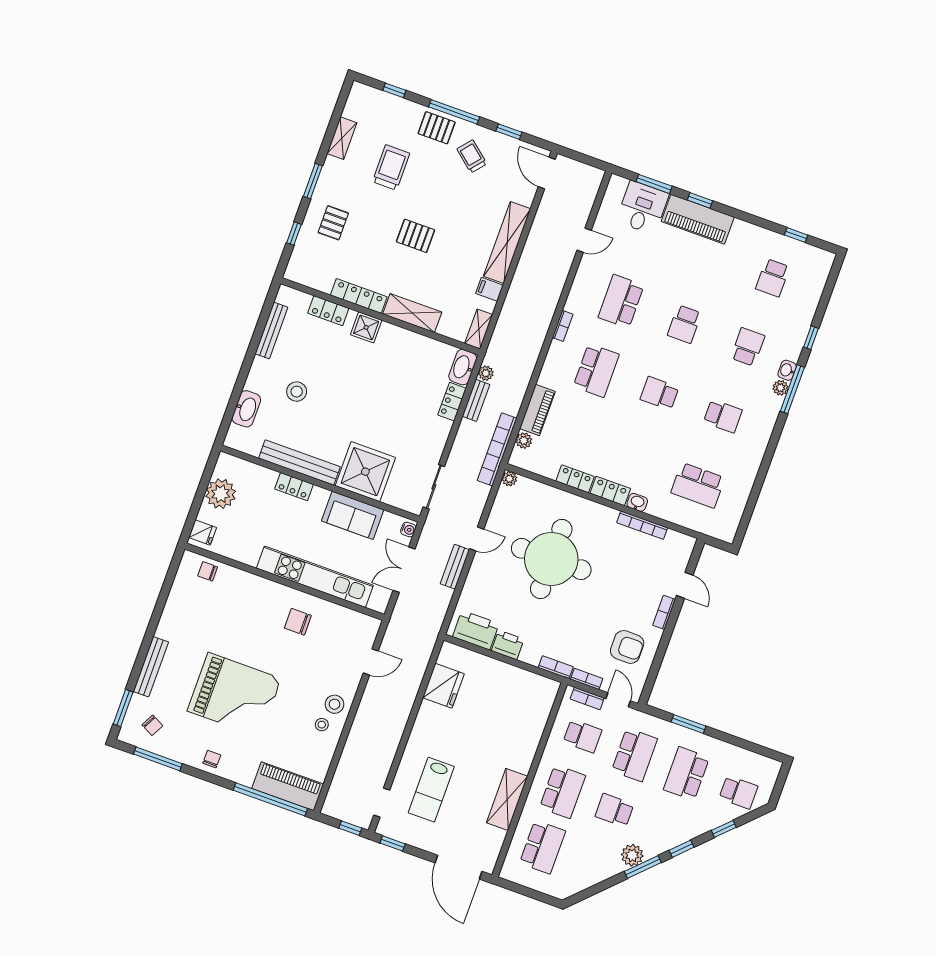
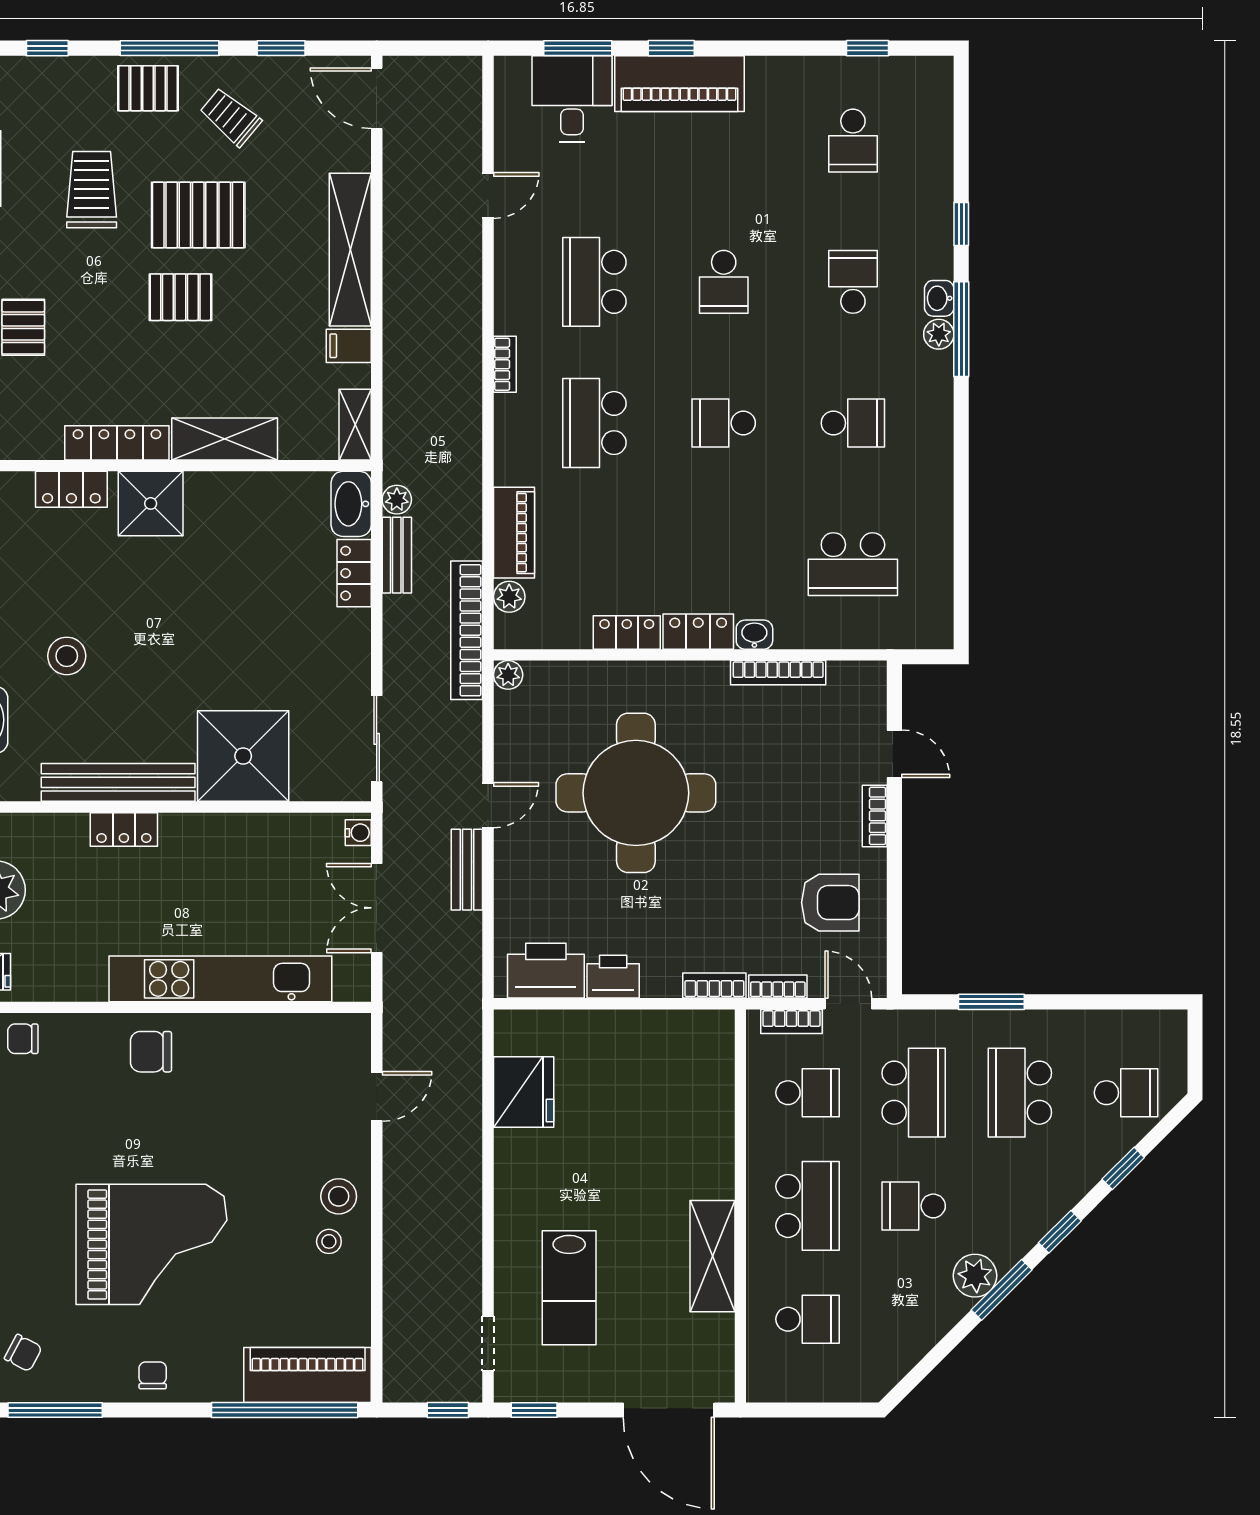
pallet: (439, 199) -> (198, 215), added
shower: (366, 327) -> (151, 503), width x1.36, depth x1.36
school desk: (596, 370) -> (594, 423), turned 180
sofa: (353, 515) -> (249, 843), removed
chair: (298, 622) -> (151, 1052), moved
school desk: (543, 847) -> (808, 1319), width x0.54

